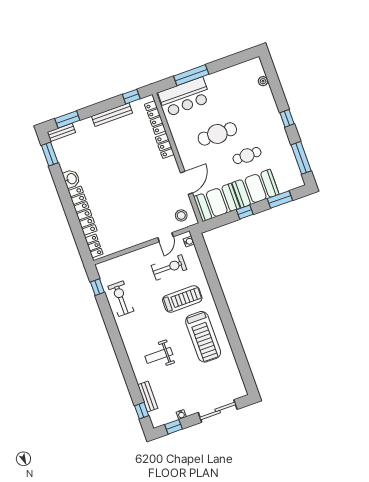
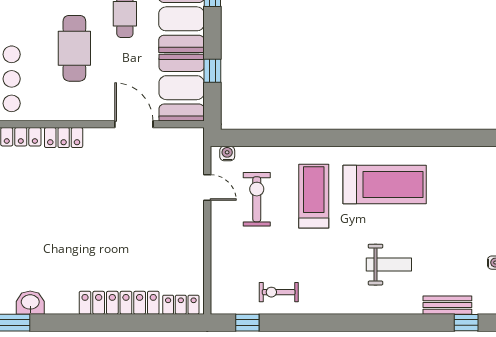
washbasin: (71, 179) -> (30, 303), moved
window: (245, 212) -> (212, 71), moved
stool: (181, 215) -> (182, 151), removed
exercise bike: (121, 299) -> (279, 292), width x0.73, depth x0.72
weight bench: (159, 355) -> (389, 265), turned -90

